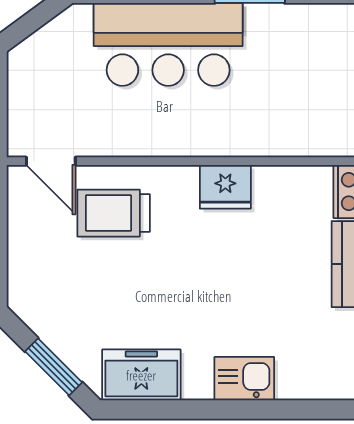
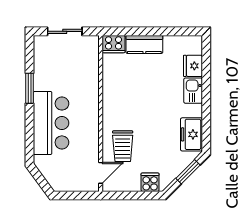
fridge: (225, 187) -> (193, 66), moved, turned 180
cooker: (29, 278) -> (150, 182), added

